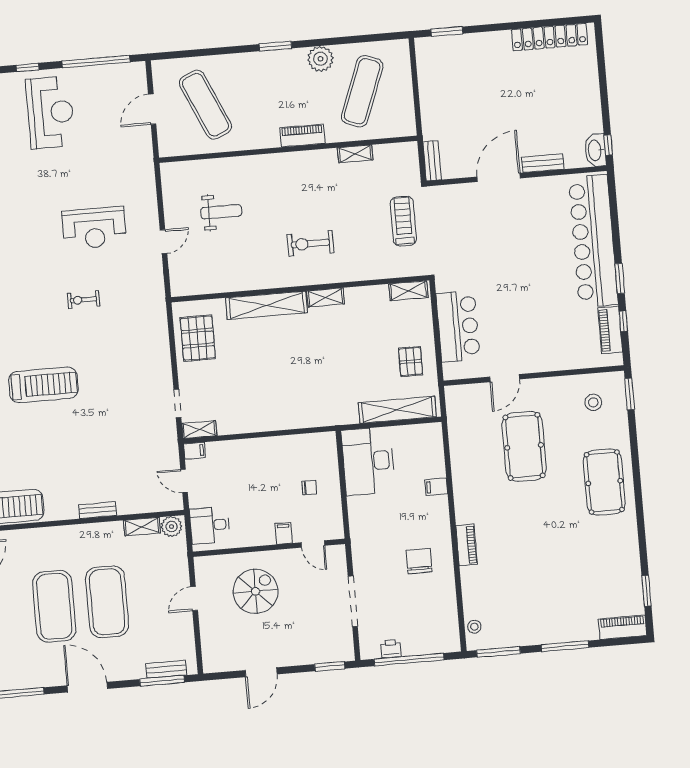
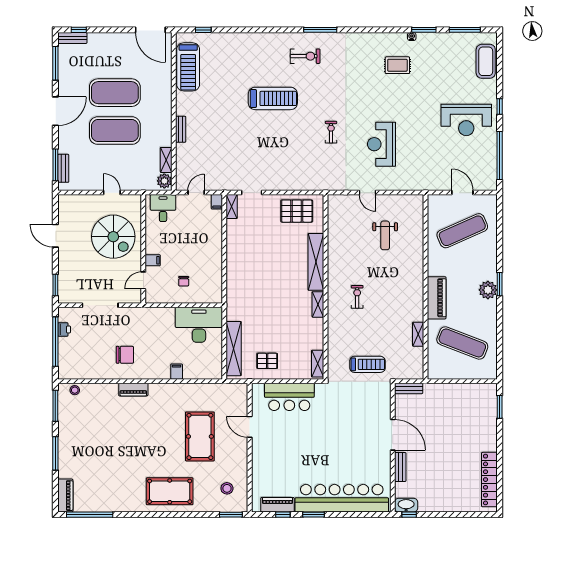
plant: (320, 59) -> (488, 290), moved
piano: (302, 136) -> (437, 298), width x1.37, depth x1.33
exercise bike: (310, 244) -> (357, 297), width x0.73, depth x0.72
treadmill: (43, 385) -> (273, 98), turned -90
pool table: (524, 446) -> (200, 436), turned 90
spiral stairs: (256, 591) -> (113, 237), width x1.37, depth x1.37
window: (646, 591) -> (90, 515), width x2.11

